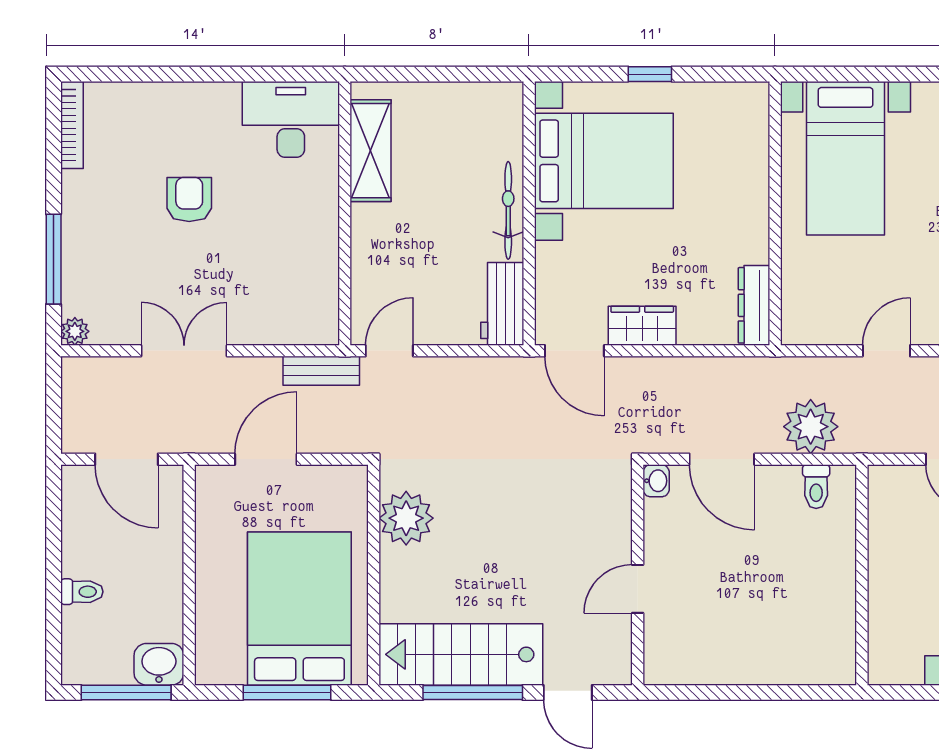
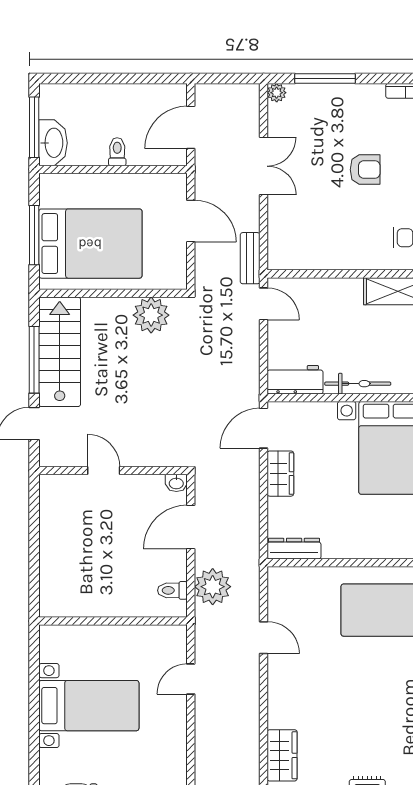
toilet: (82, 592) -> (117, 152), moved, turned 180
washbasin: (159, 664) -> (53, 143), width x1.38

